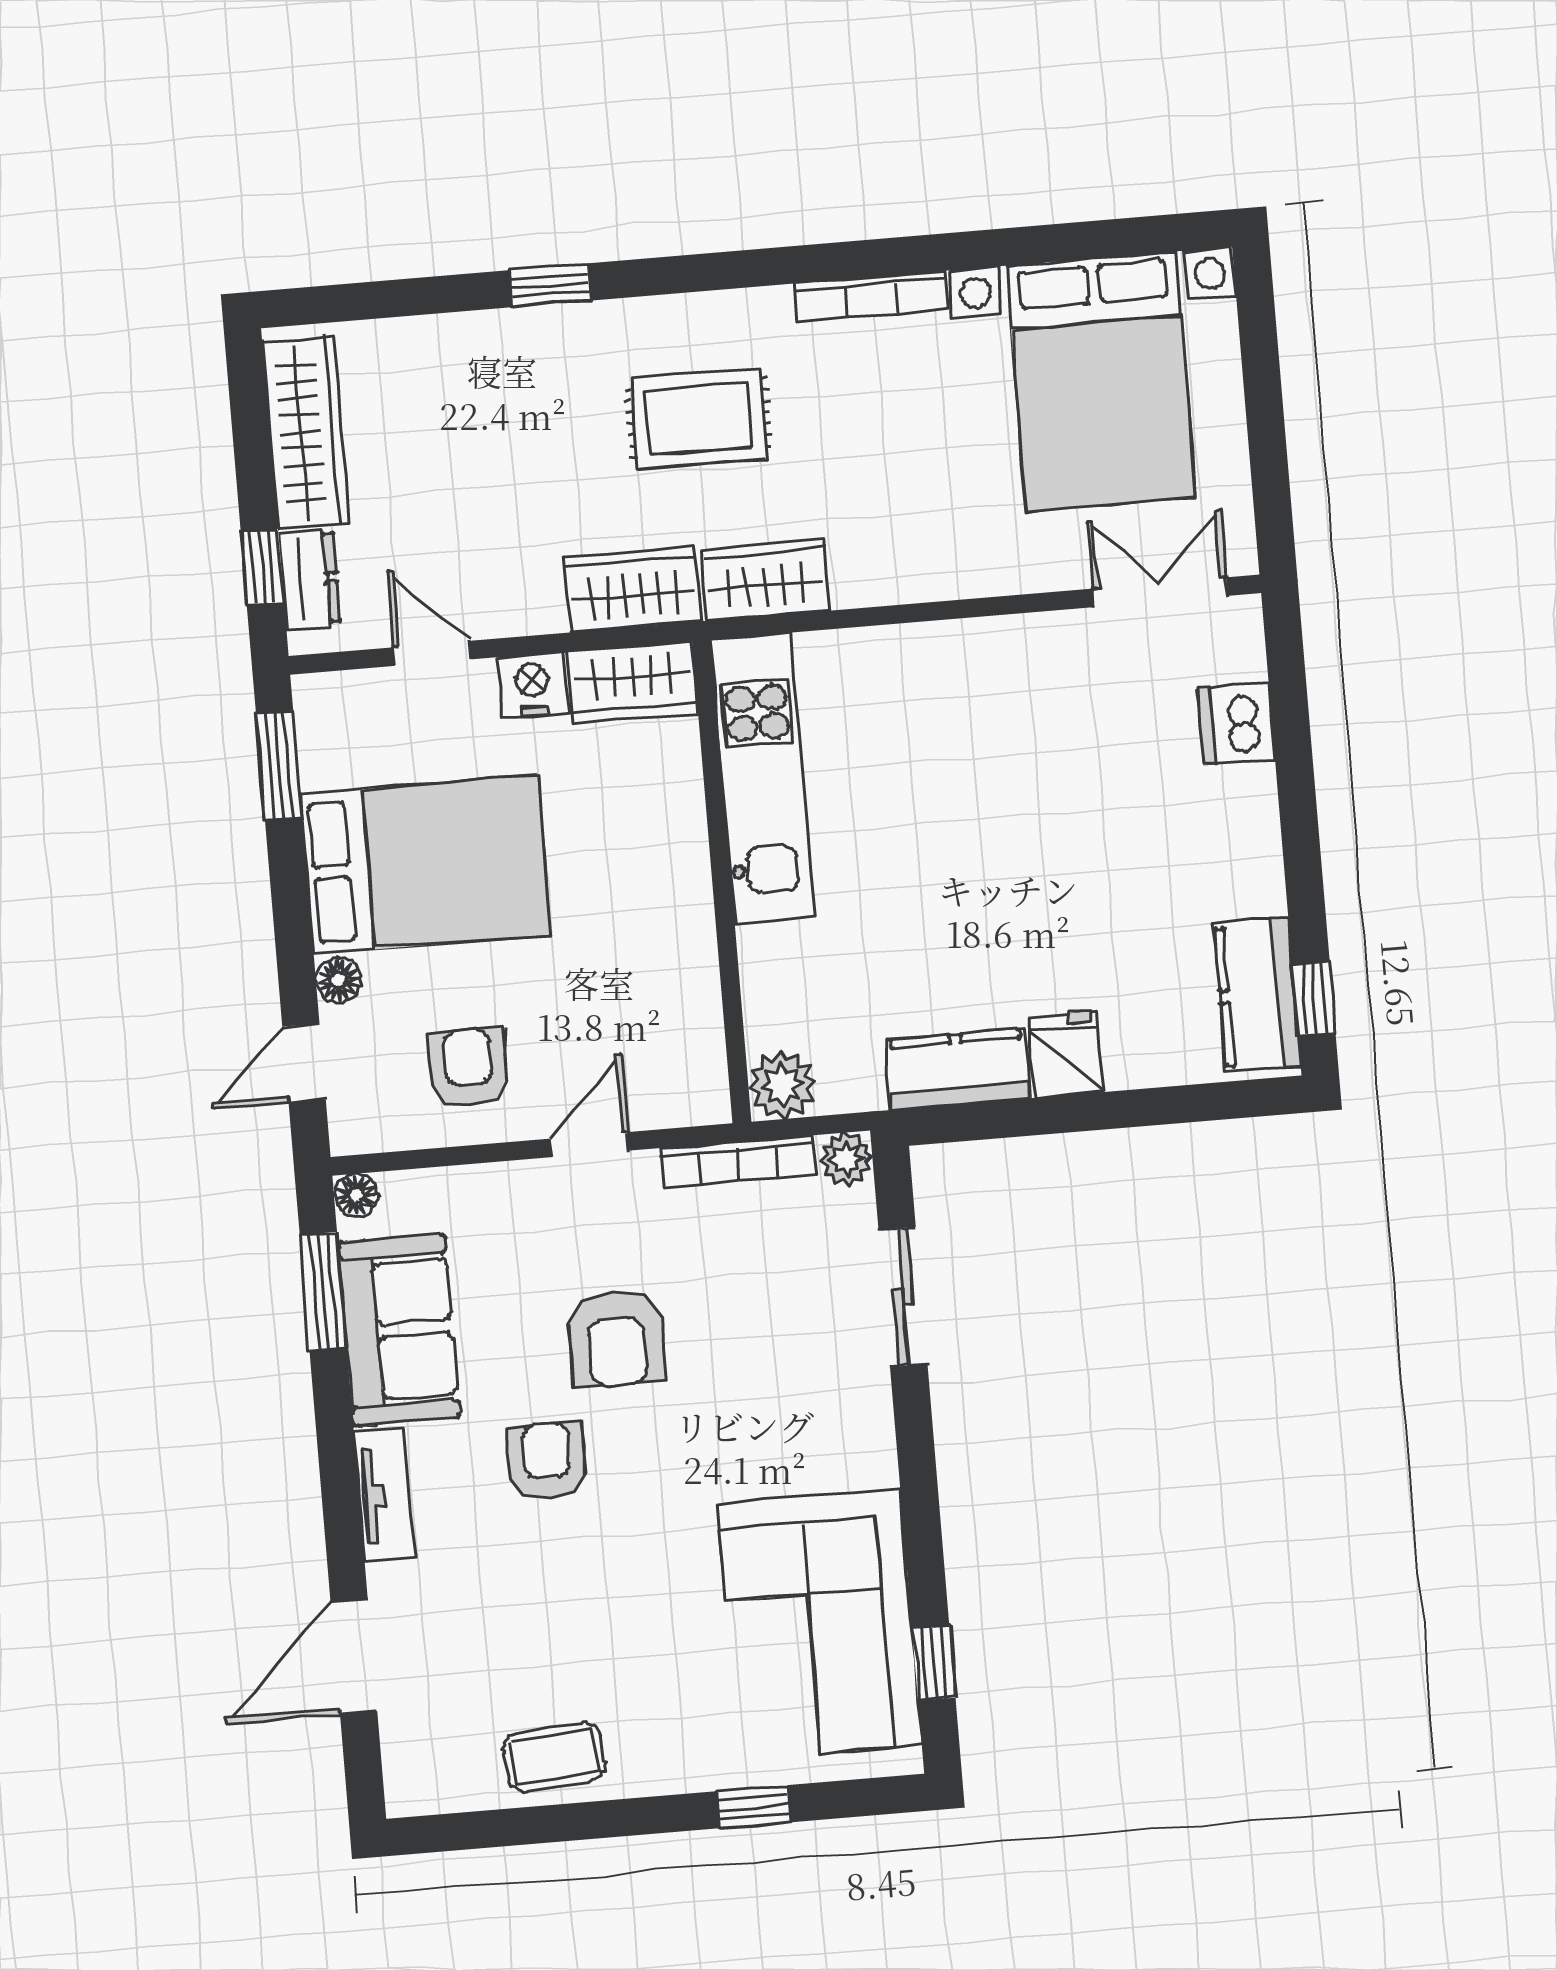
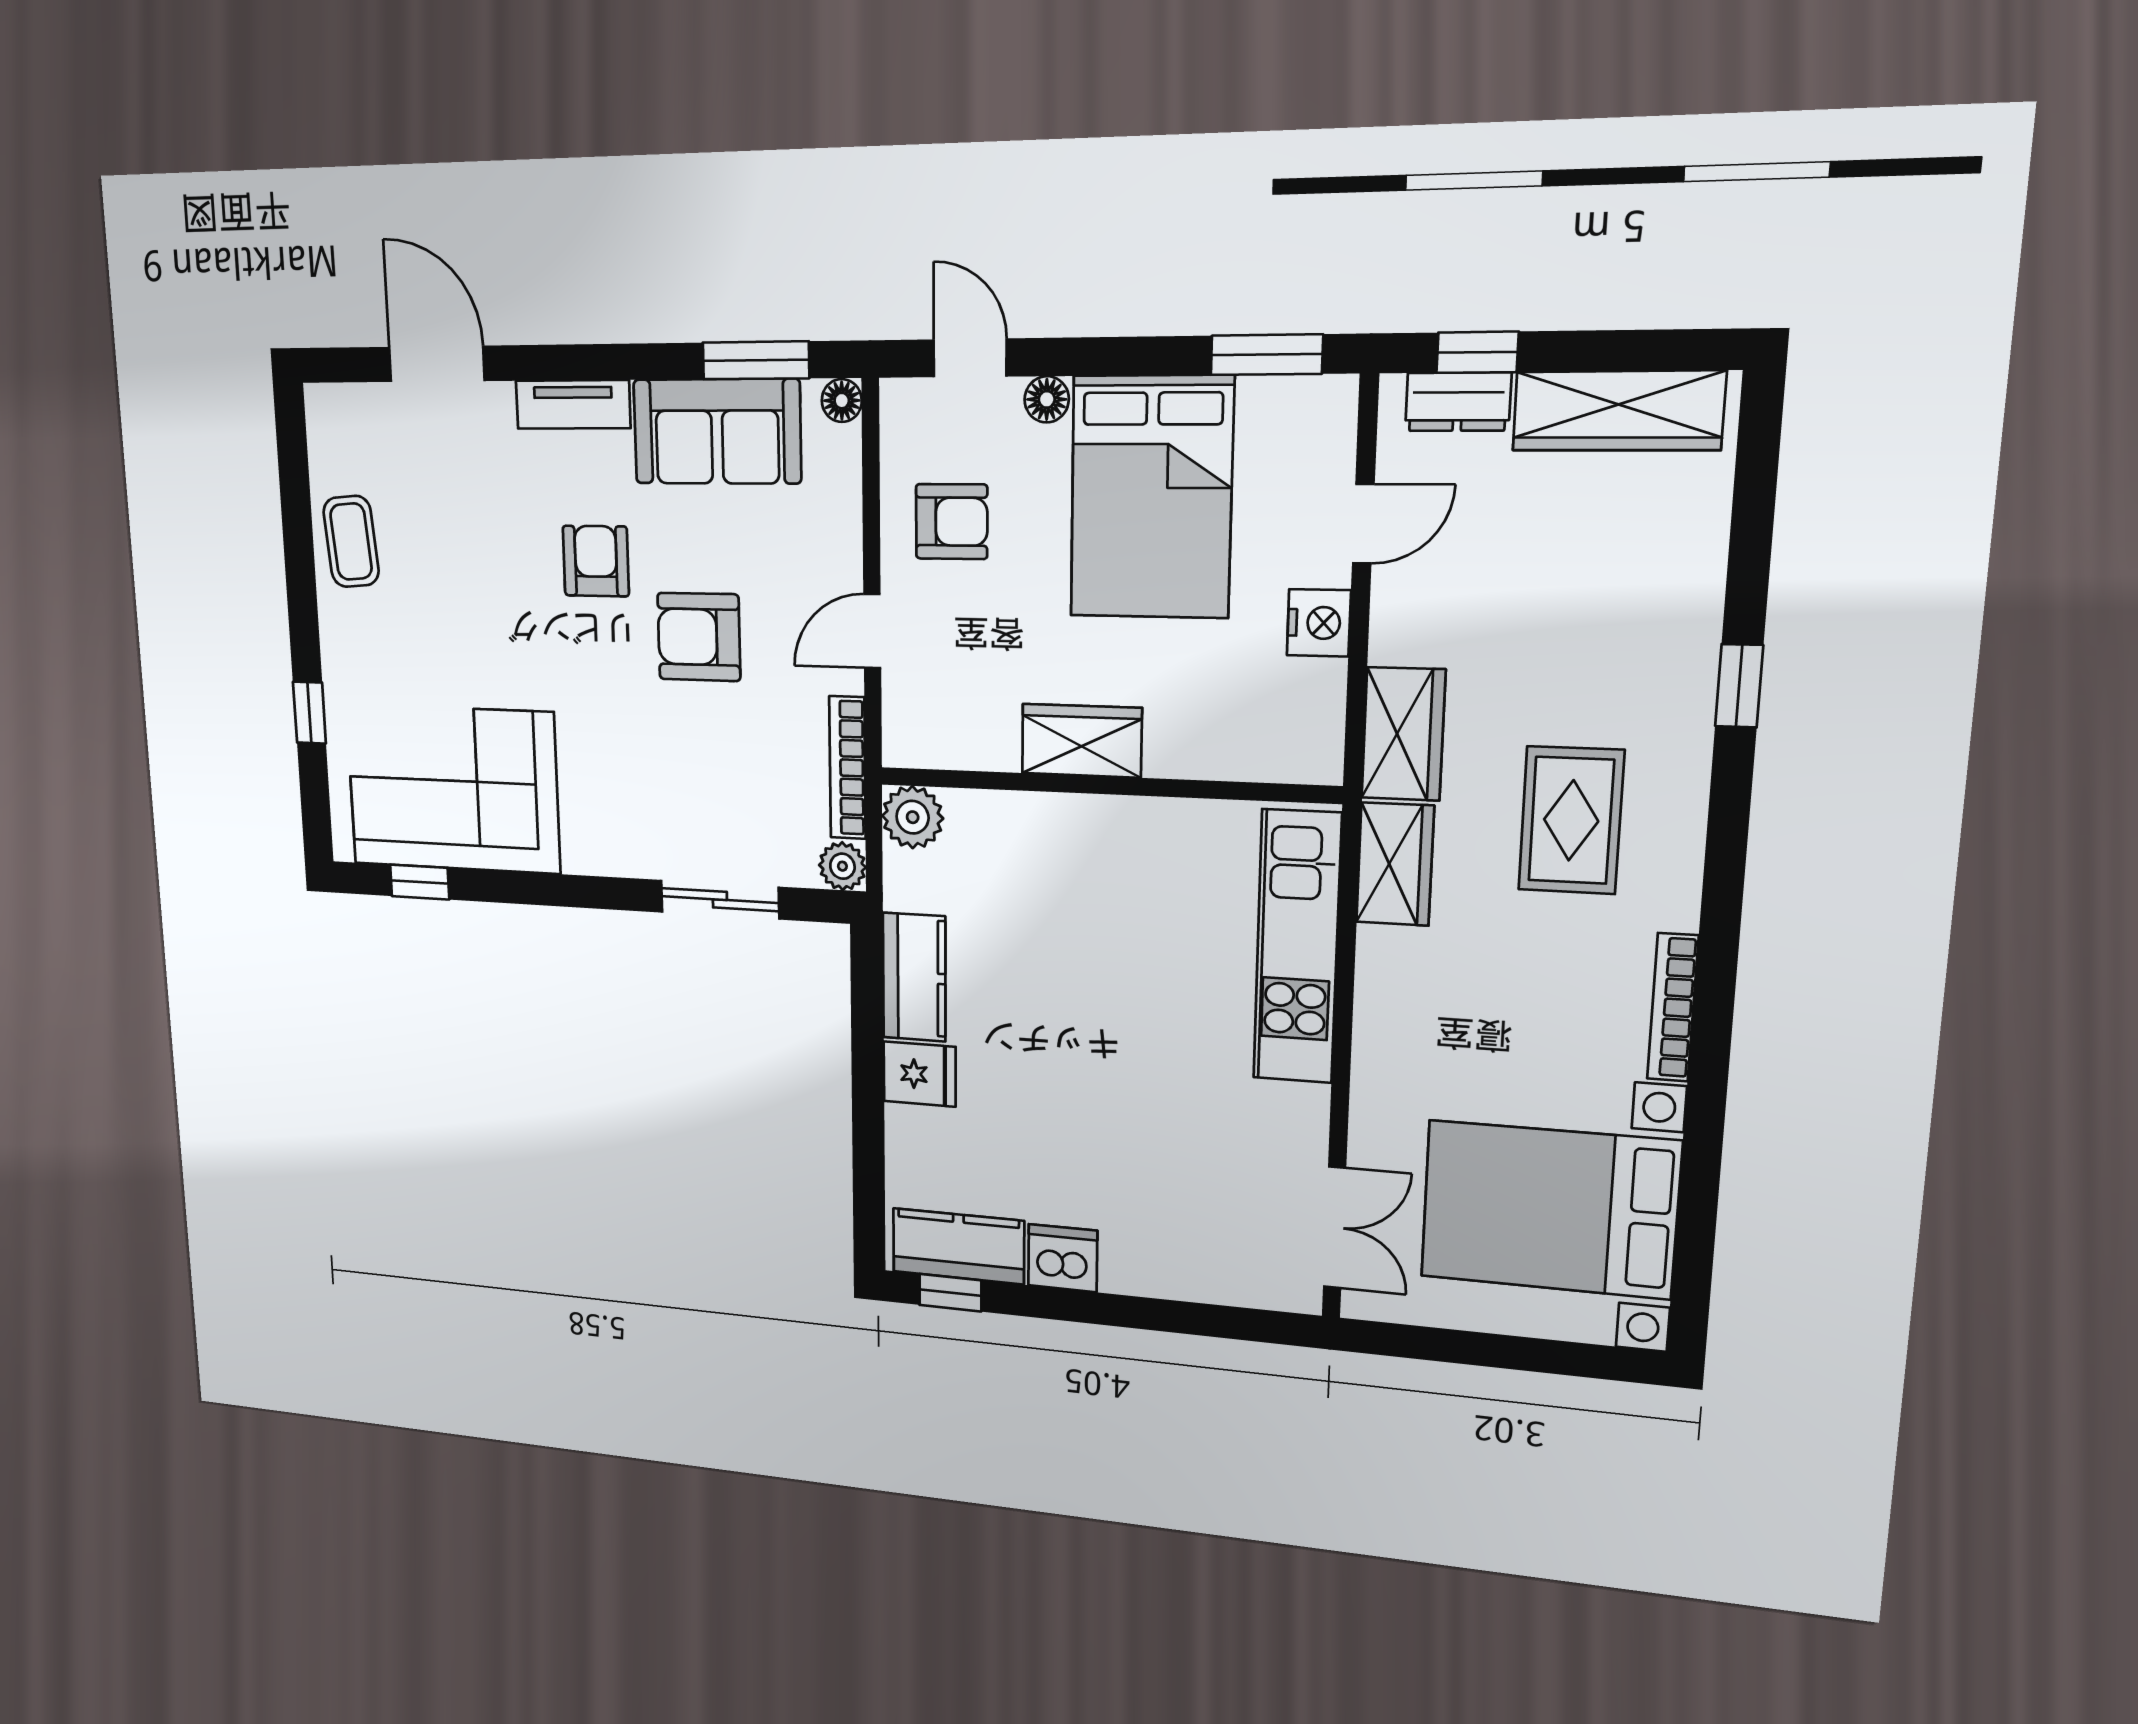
wardrobe: (633, 682) -> (1082, 741), moved, turned 90
dishwasher: (1236, 724) -> (1063, 1258), moved
kitchen unit: (763, 778) -> (1297, 947), moved, turned 90
door: (590, 1145) -> (872, 631), swing flipped
armchair: (547, 1461) -> (596, 561), turned -90

